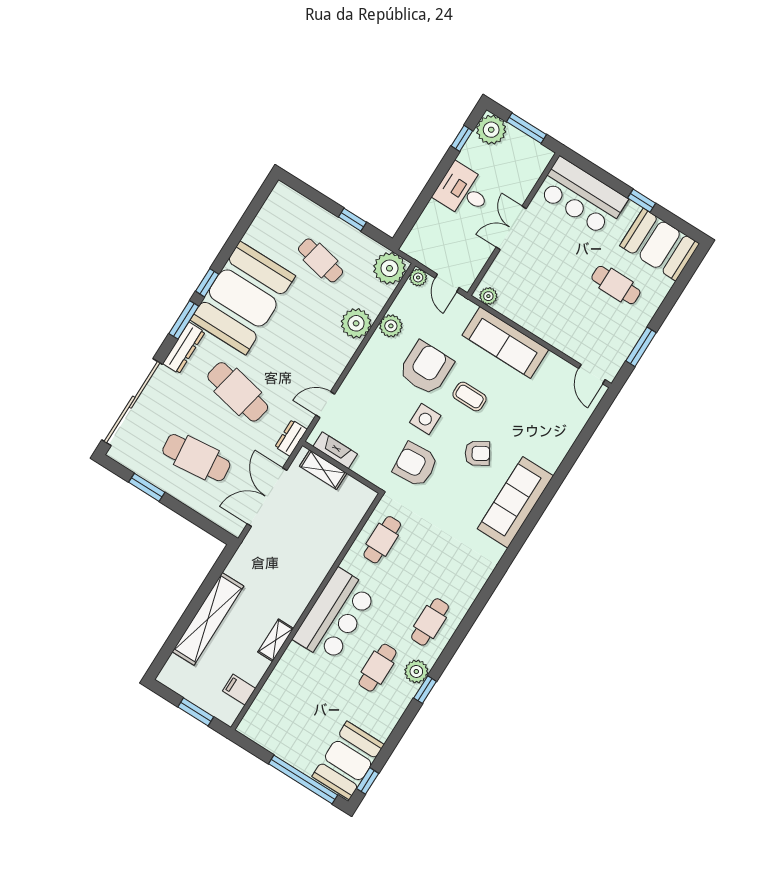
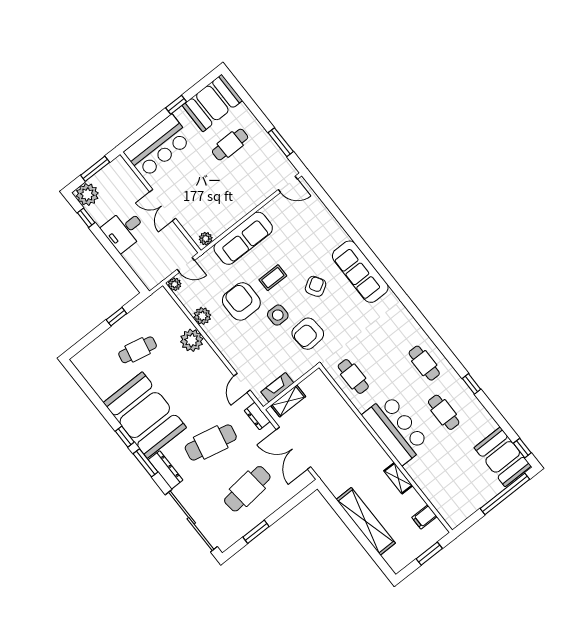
plant: (389, 268) -> (161, 302), removed
plant: (416, 671) -> (456, 385), removed

